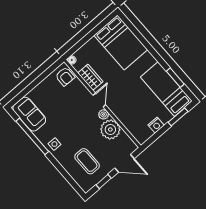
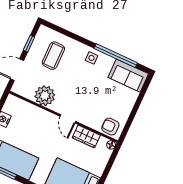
plant: (104, 114) -> (58, 107), removed
coffee table: (87, 161) -> (53, 56), turned 90

